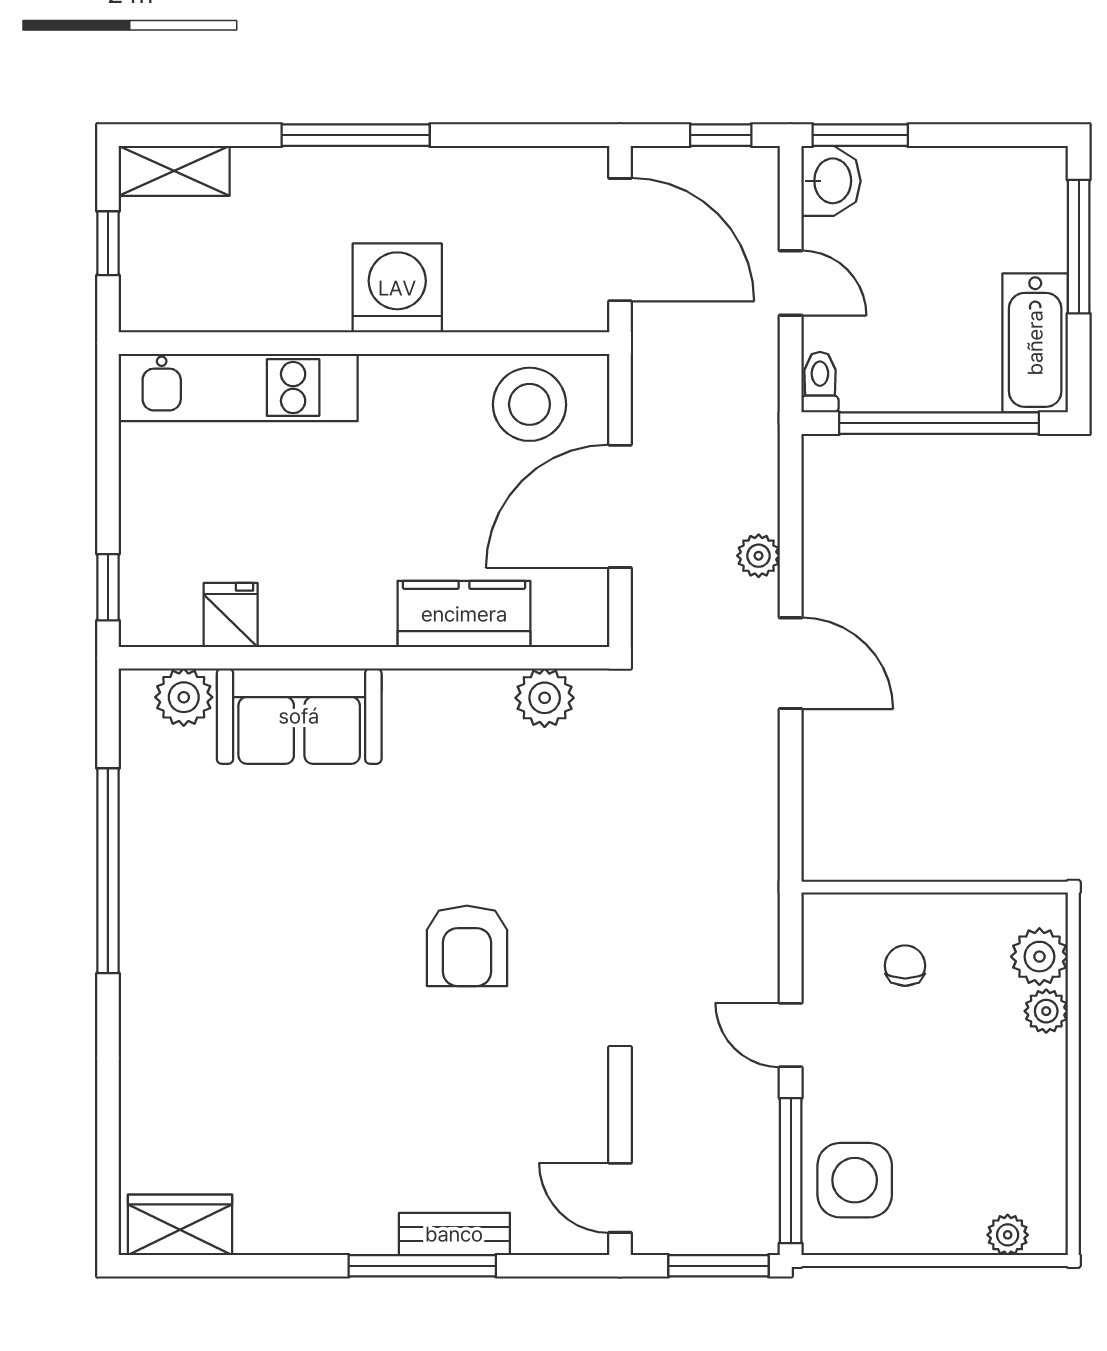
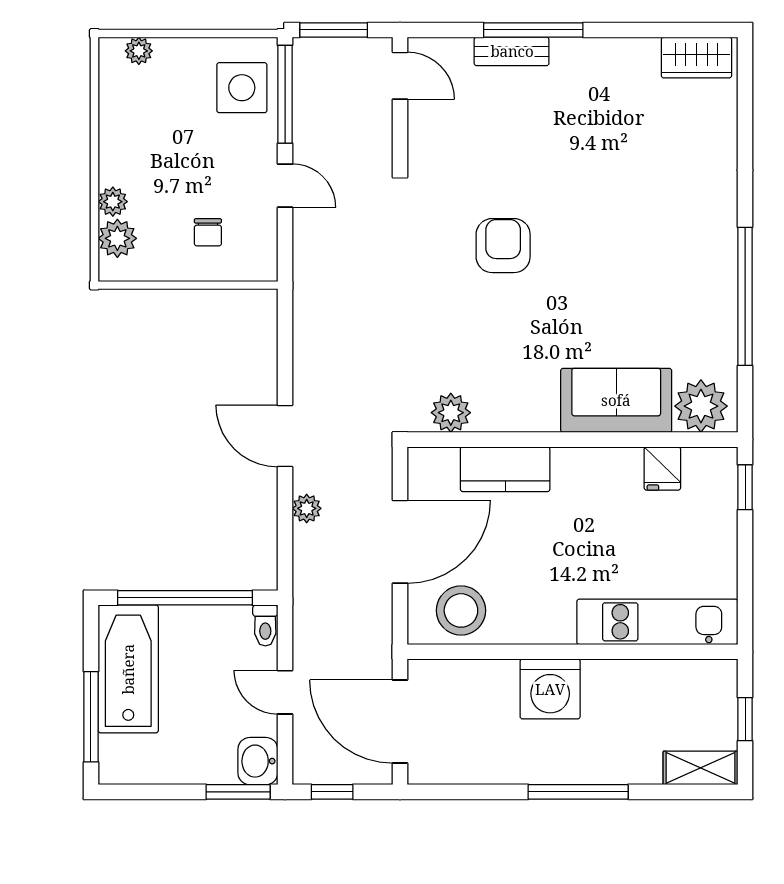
bathtub: (1035, 343) -> (128, 669), width x1.36, depth x1.36
plant: (184, 697) -> (701, 406), width x1.36, depth x1.36

